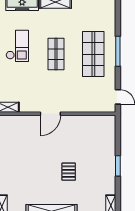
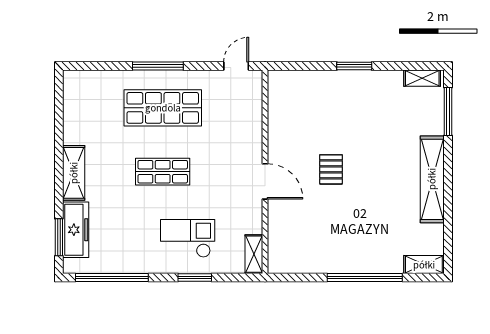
checkout: (17, 46) -> (188, 238), moved
pallet: (69, 172) -> (331, 169), moved, turned 90

